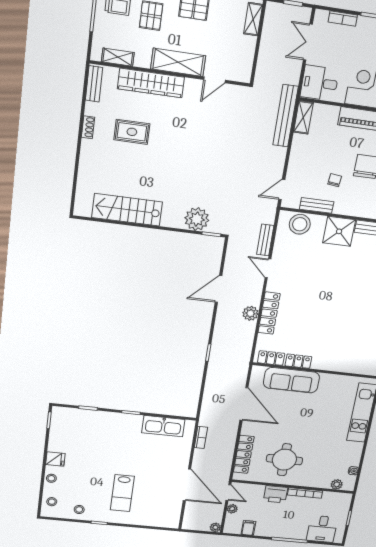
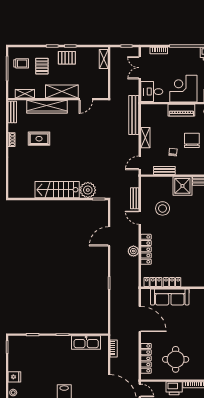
shelving: (303, 117) -> (145, 138), moved
stairs: (127, 210) -> (57, 190), moved
stool: (300, 224) -> (163, 208), moved

